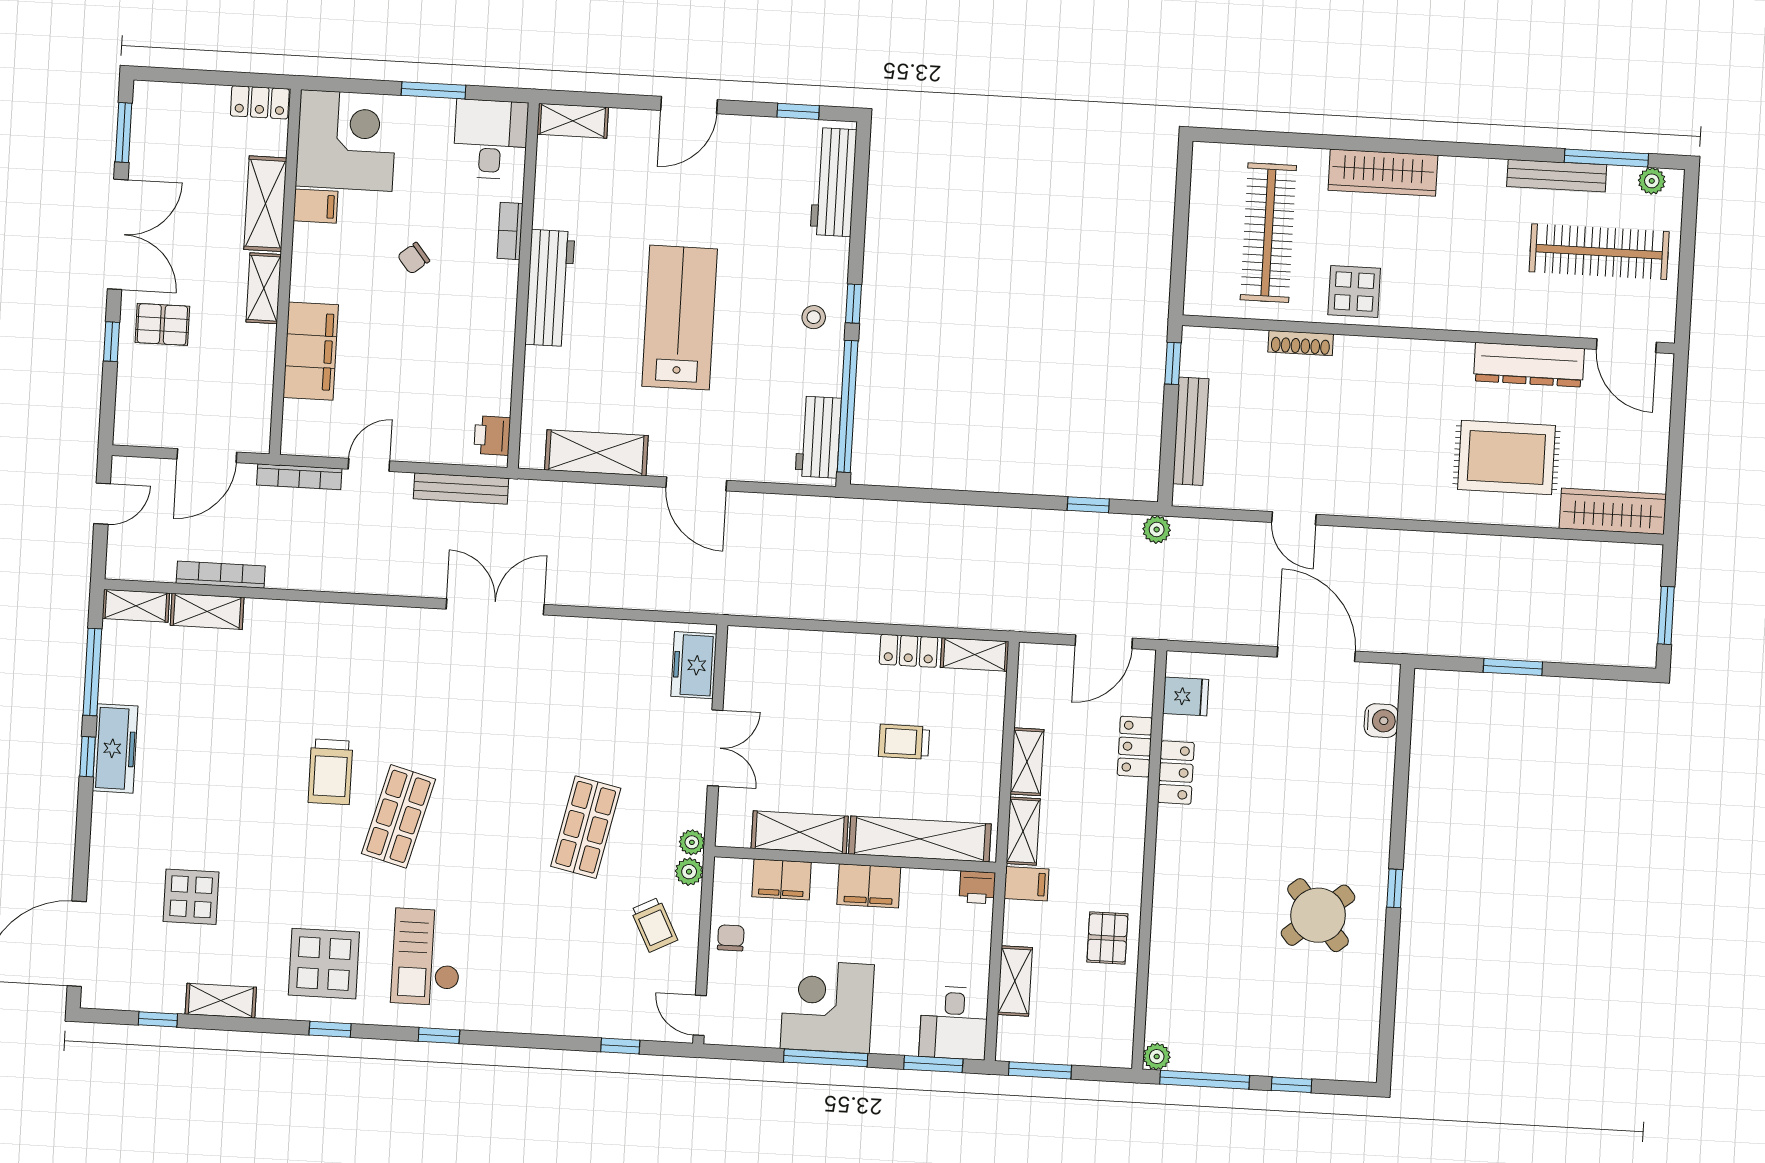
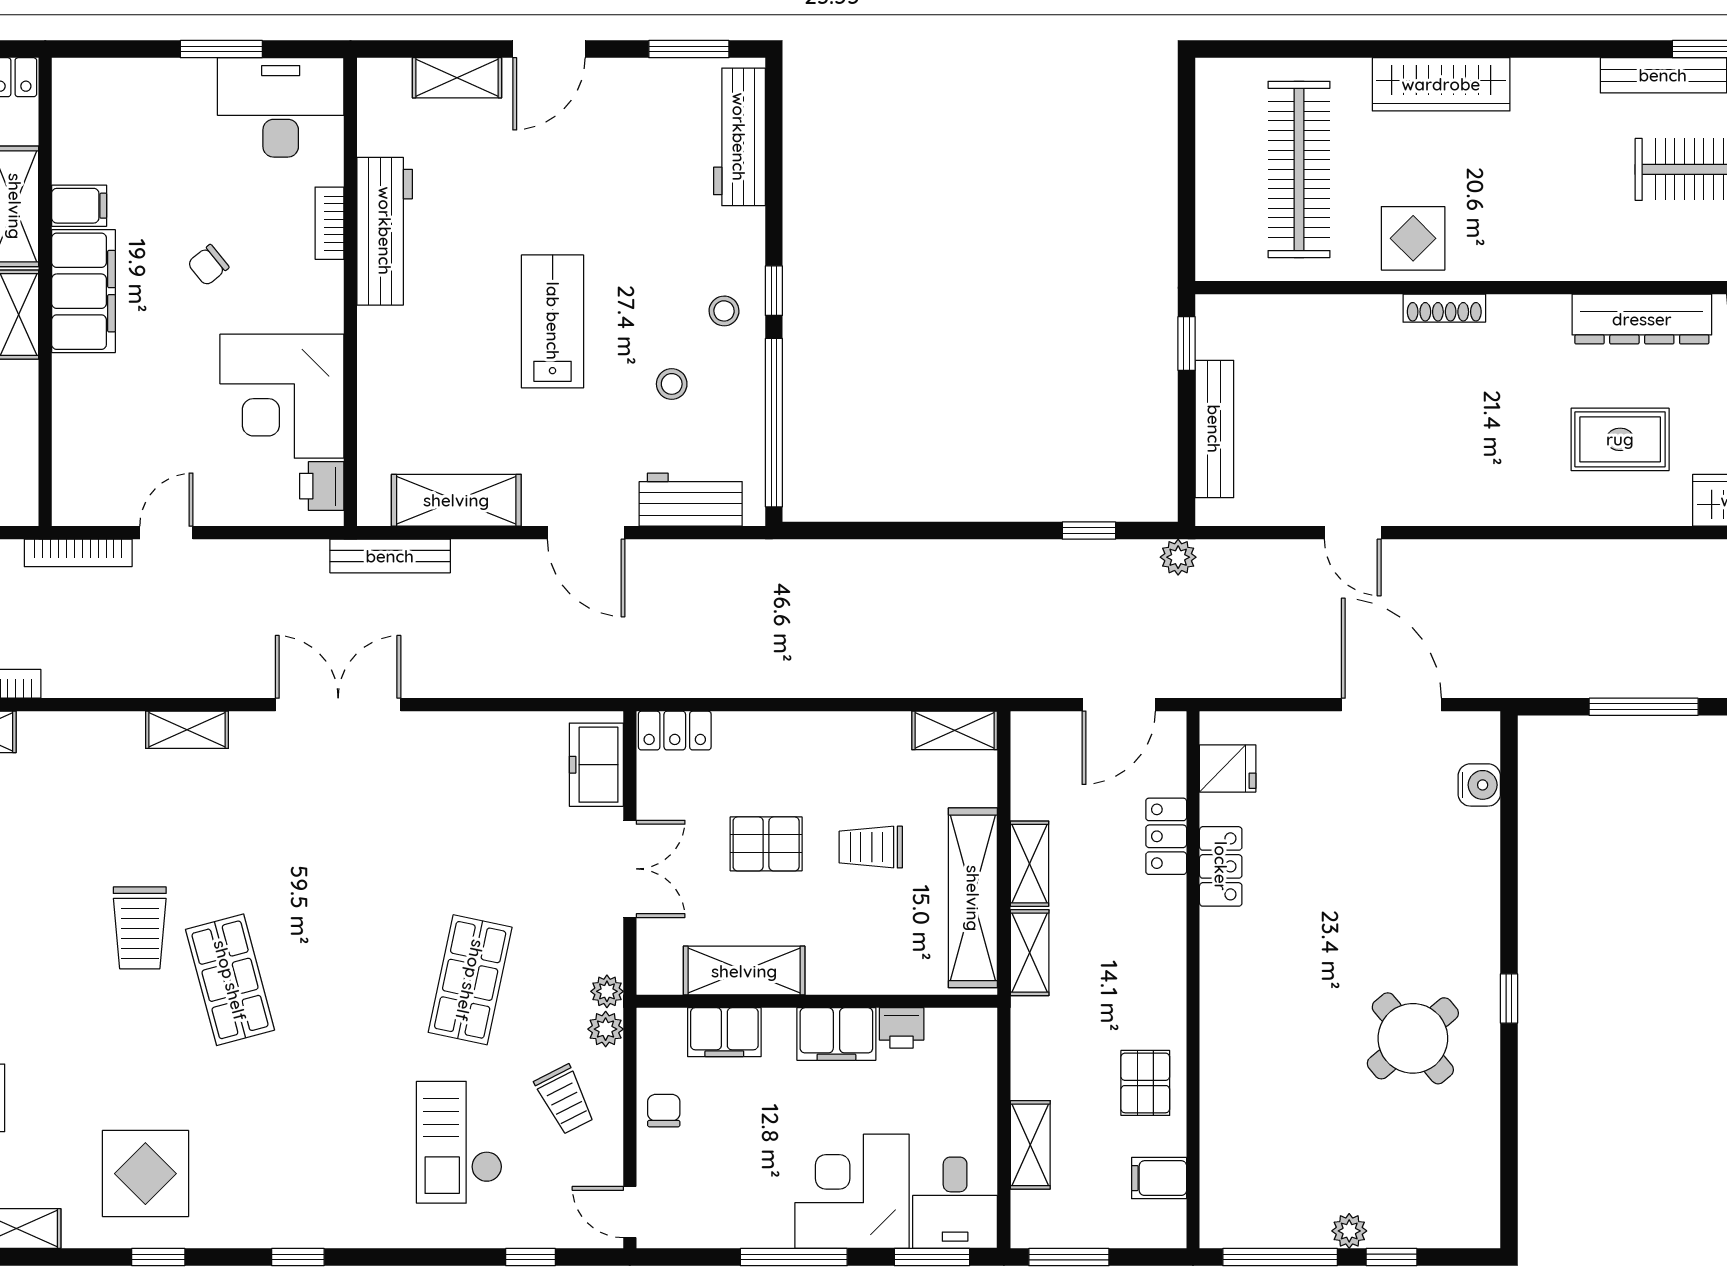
window: (798, 111) -> (689, 49), width x1.50
shelving: (573, 121) -> (457, 78), moved
desk: (491, 139) -> (281, 107), width x1.37
corner desk: (346, 141) -> (282, 396), moved, turned 180
workbench: (550, 288) -> (385, 231), moved
lab bench: (680, 318) -> (553, 321), width x0.73, depth x0.72
shoe rack: (1301, 343) -> (1444, 308), moved
filing cabinet: (311, 351) -> (83, 291), moved
stool: (770, 372) -> (672, 384), added
workbench: (818, 437) -> (691, 500), moved, turned 90
rug: (1506, 458) -> (1620, 439), width x0.73, depth x0.70
bench: (461, 488) -> (390, 556), moved
shelving: (376, 619) -> (187, 730), added
locker: (909, 651) -> (675, 731), moved
window: (1513, 667) -> (1644, 707), width x1.44
pallet: (823, 735) -> (766, 844), added
shop shelf: (399, 816) -> (230, 980), turned -30
shelving: (920, 839) -> (973, 898), moved, turned 90
filing cabinet: (1027, 884) -> (1159, 1178), moved, turned 180
printer: (977, 887) -> (902, 1028), moved
checkout: (427, 957) -> (459, 1142), moved
corner desk: (827, 1007) -> (852, 1191), moved
plant: (1157, 1057) -> (1349, 1231), moved

